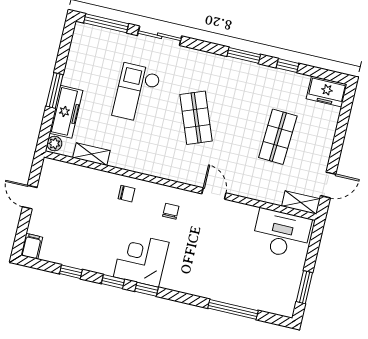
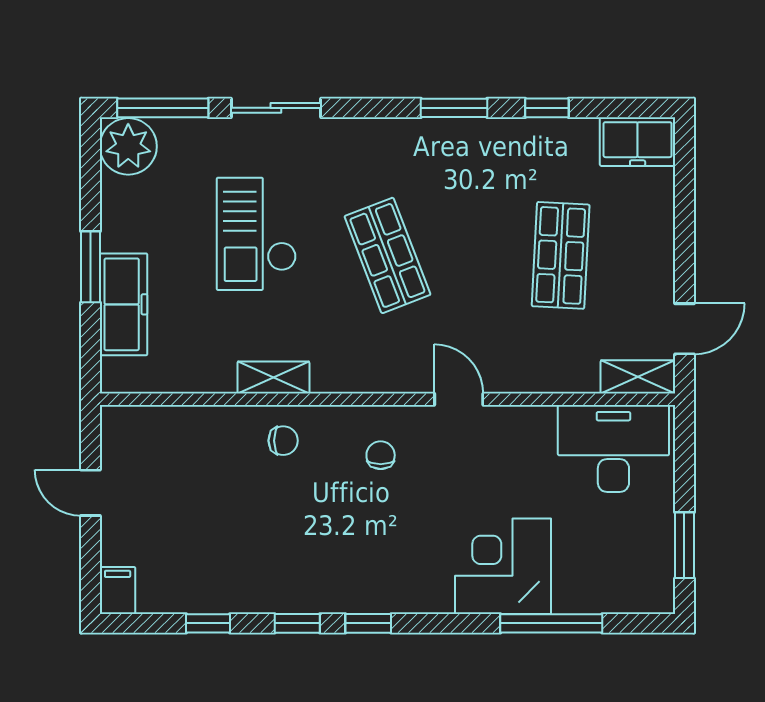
plant: (54, 144) -> (128, 146), moved, width x1.87, depth x1.87
shelving: (91, 154) -> (273, 378), moved
corner desk: (141, 260) -> (503, 566), moved

